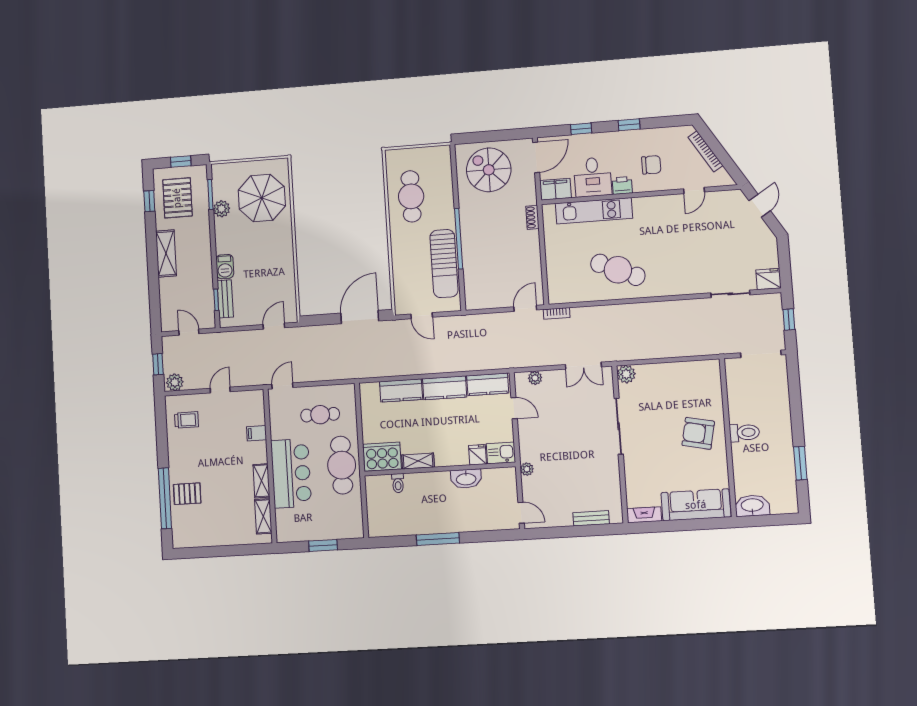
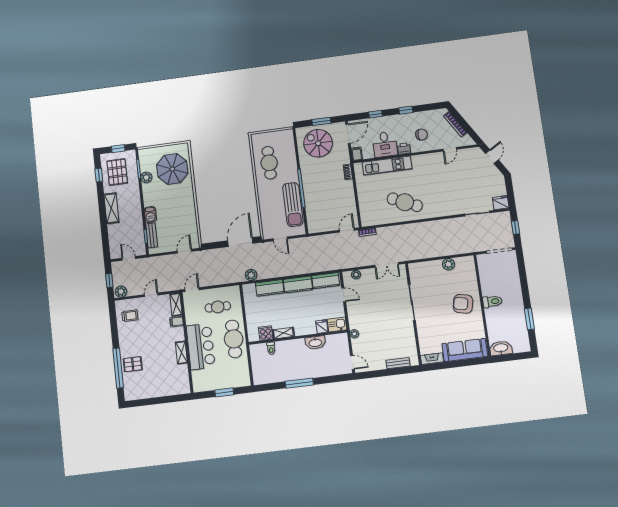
window: (496, 136) -> (321, 121), added
filing cabinet: (556, 189) -> (357, 154), width x0.50
plant: (374, 369) -> (251, 275), added
plant: (626, 374) -> (449, 264), moved
cooker: (382, 457) -> (266, 333), width x0.53, depth x0.76
shelving: (263, 516) -> (176, 305), moved

